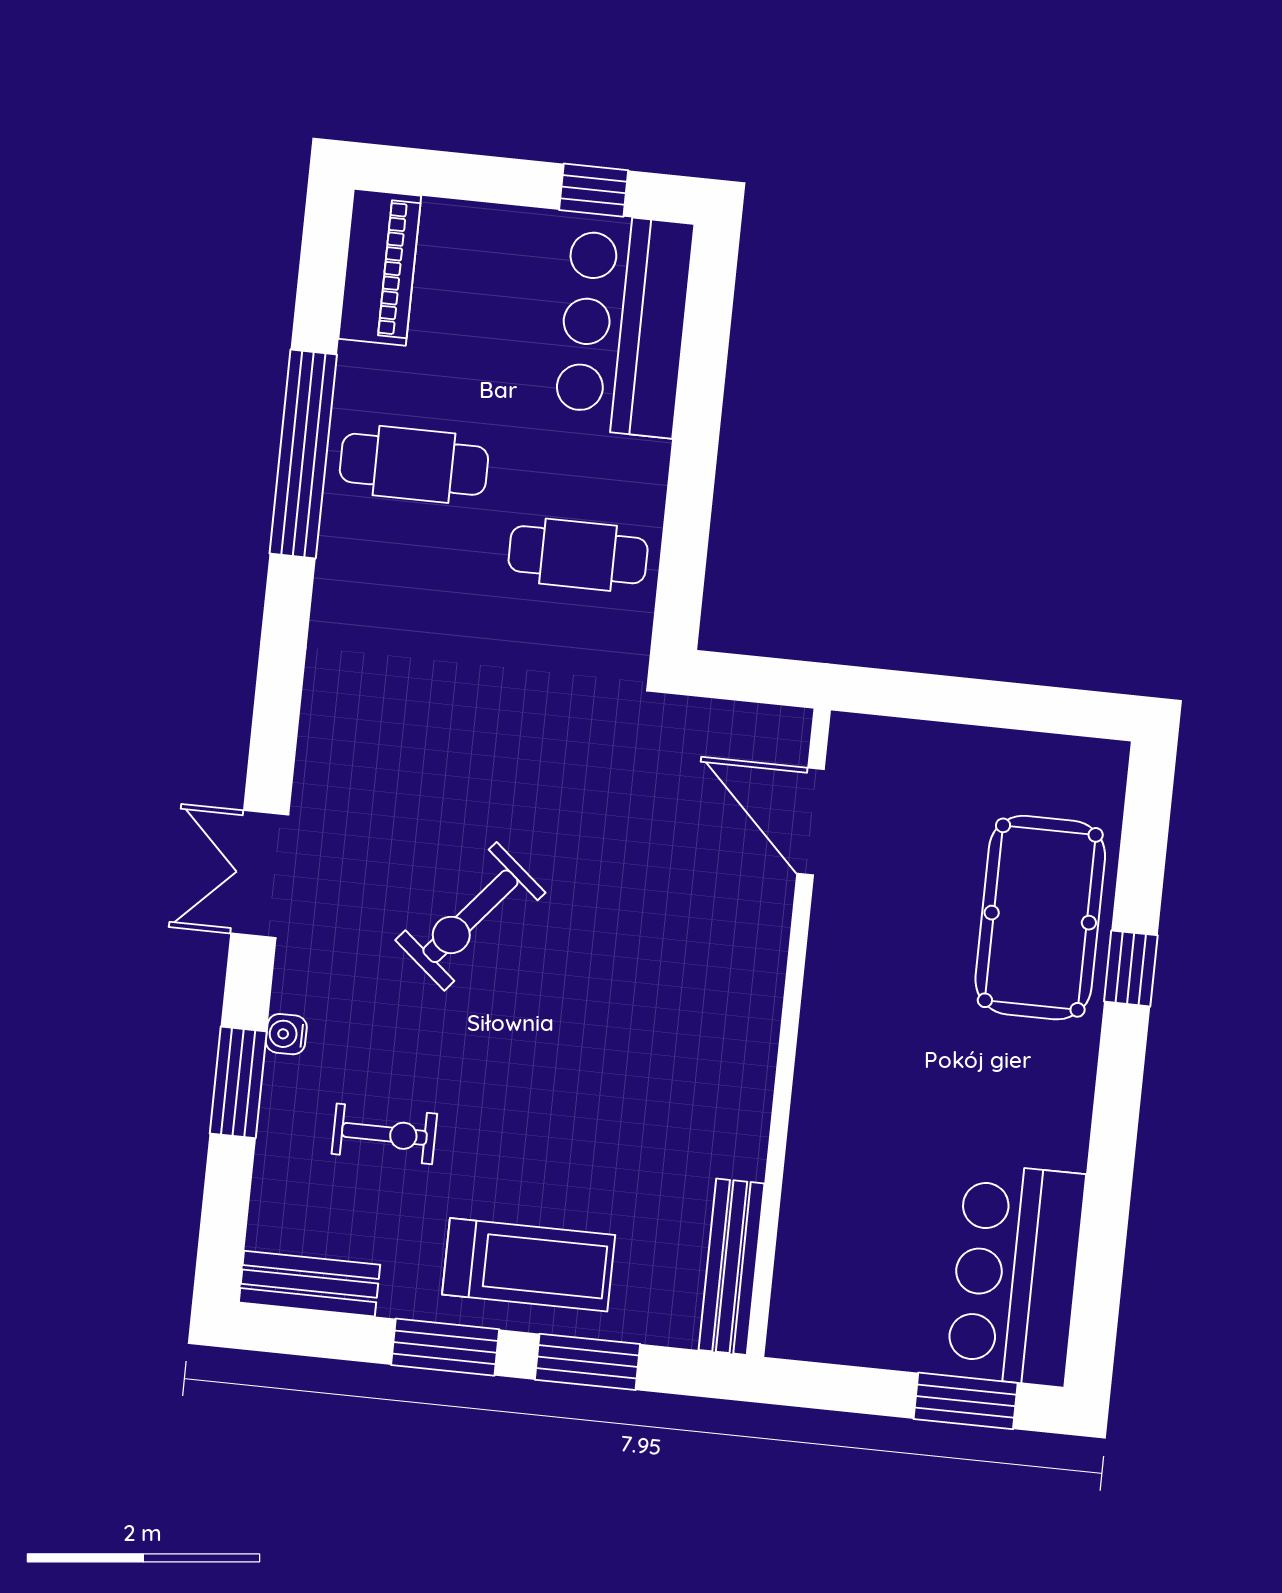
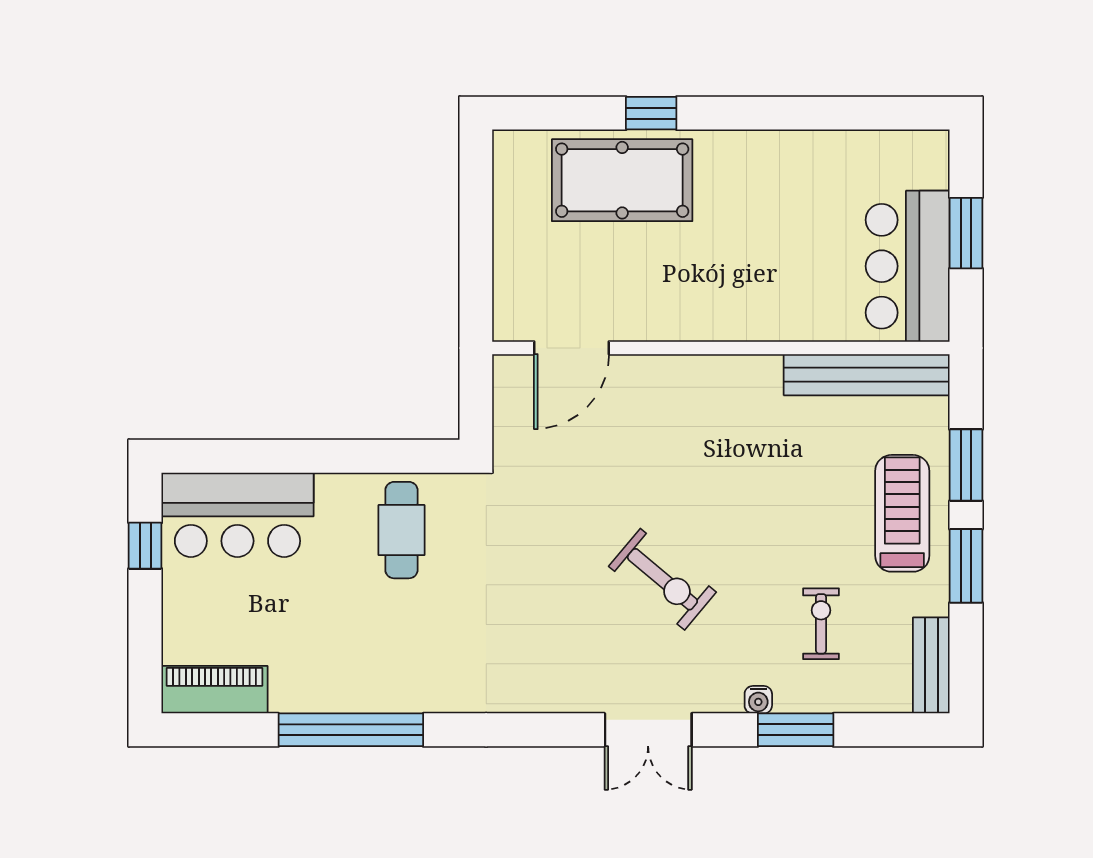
cafe table: (414, 464) -> (350, 651), removed
bench: (732, 1267) -> (867, 375), width x1.37, depth x1.21
bar counter: (1016, 1275) -> (908, 266), moved, turned 90
window: (966, 1401) -> (966, 233), moved

